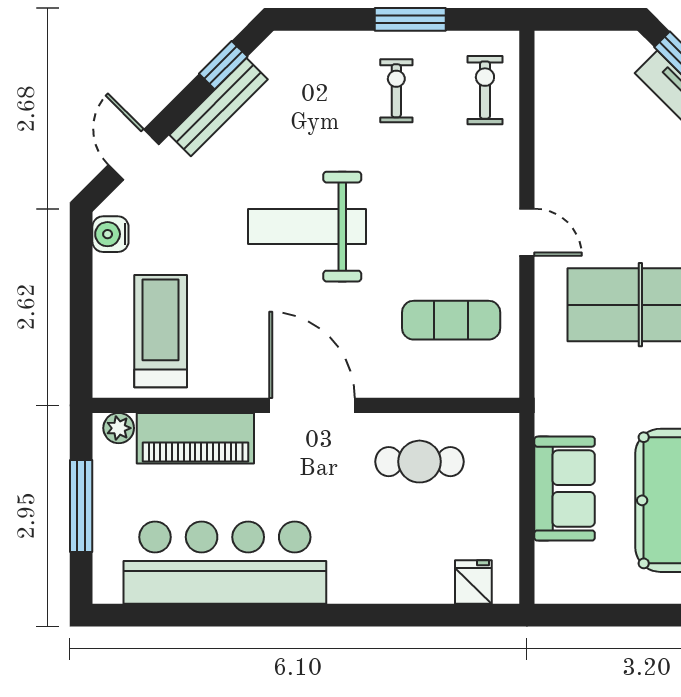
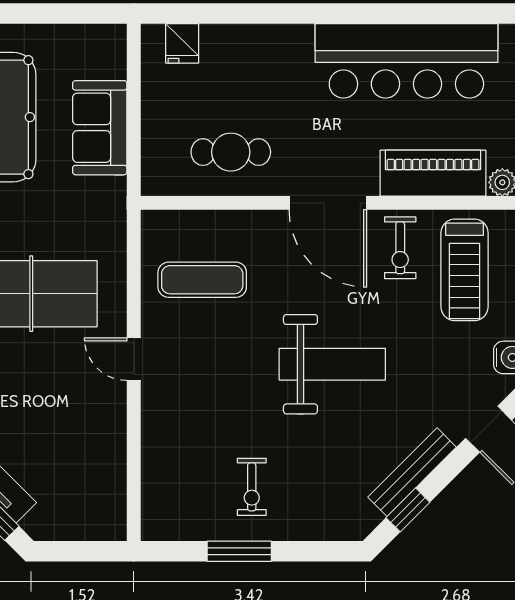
exercise bike: (485, 90) -> (400, 248), moved

